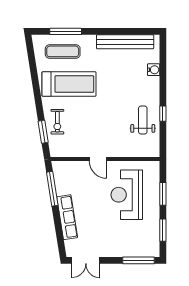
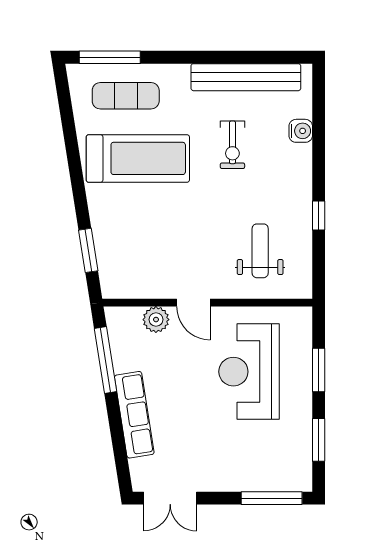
window: (66, 31) -> (110, 57), moved
weight bench: (143, 120) -> (260, 251), moved
exercise bike: (57, 122) -> (232, 145), moved
plant: (78, 168) -> (156, 320), added

